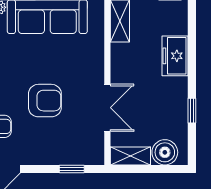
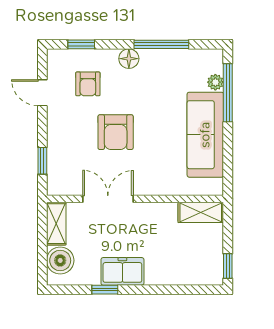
freezer: (175, 56) -> (122, 271), moved
double door: (107, 108) -> (108, 199), swing flipped

